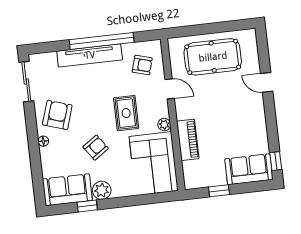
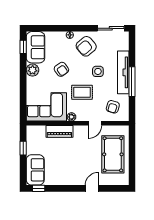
window: (102, 41) -> (132, 82), width x0.68
side table: (92, 93) -> (98, 71), added
armchair: (57, 115) -> (86, 46), turned 121
window: (87, 206) -> (23, 47), moved

